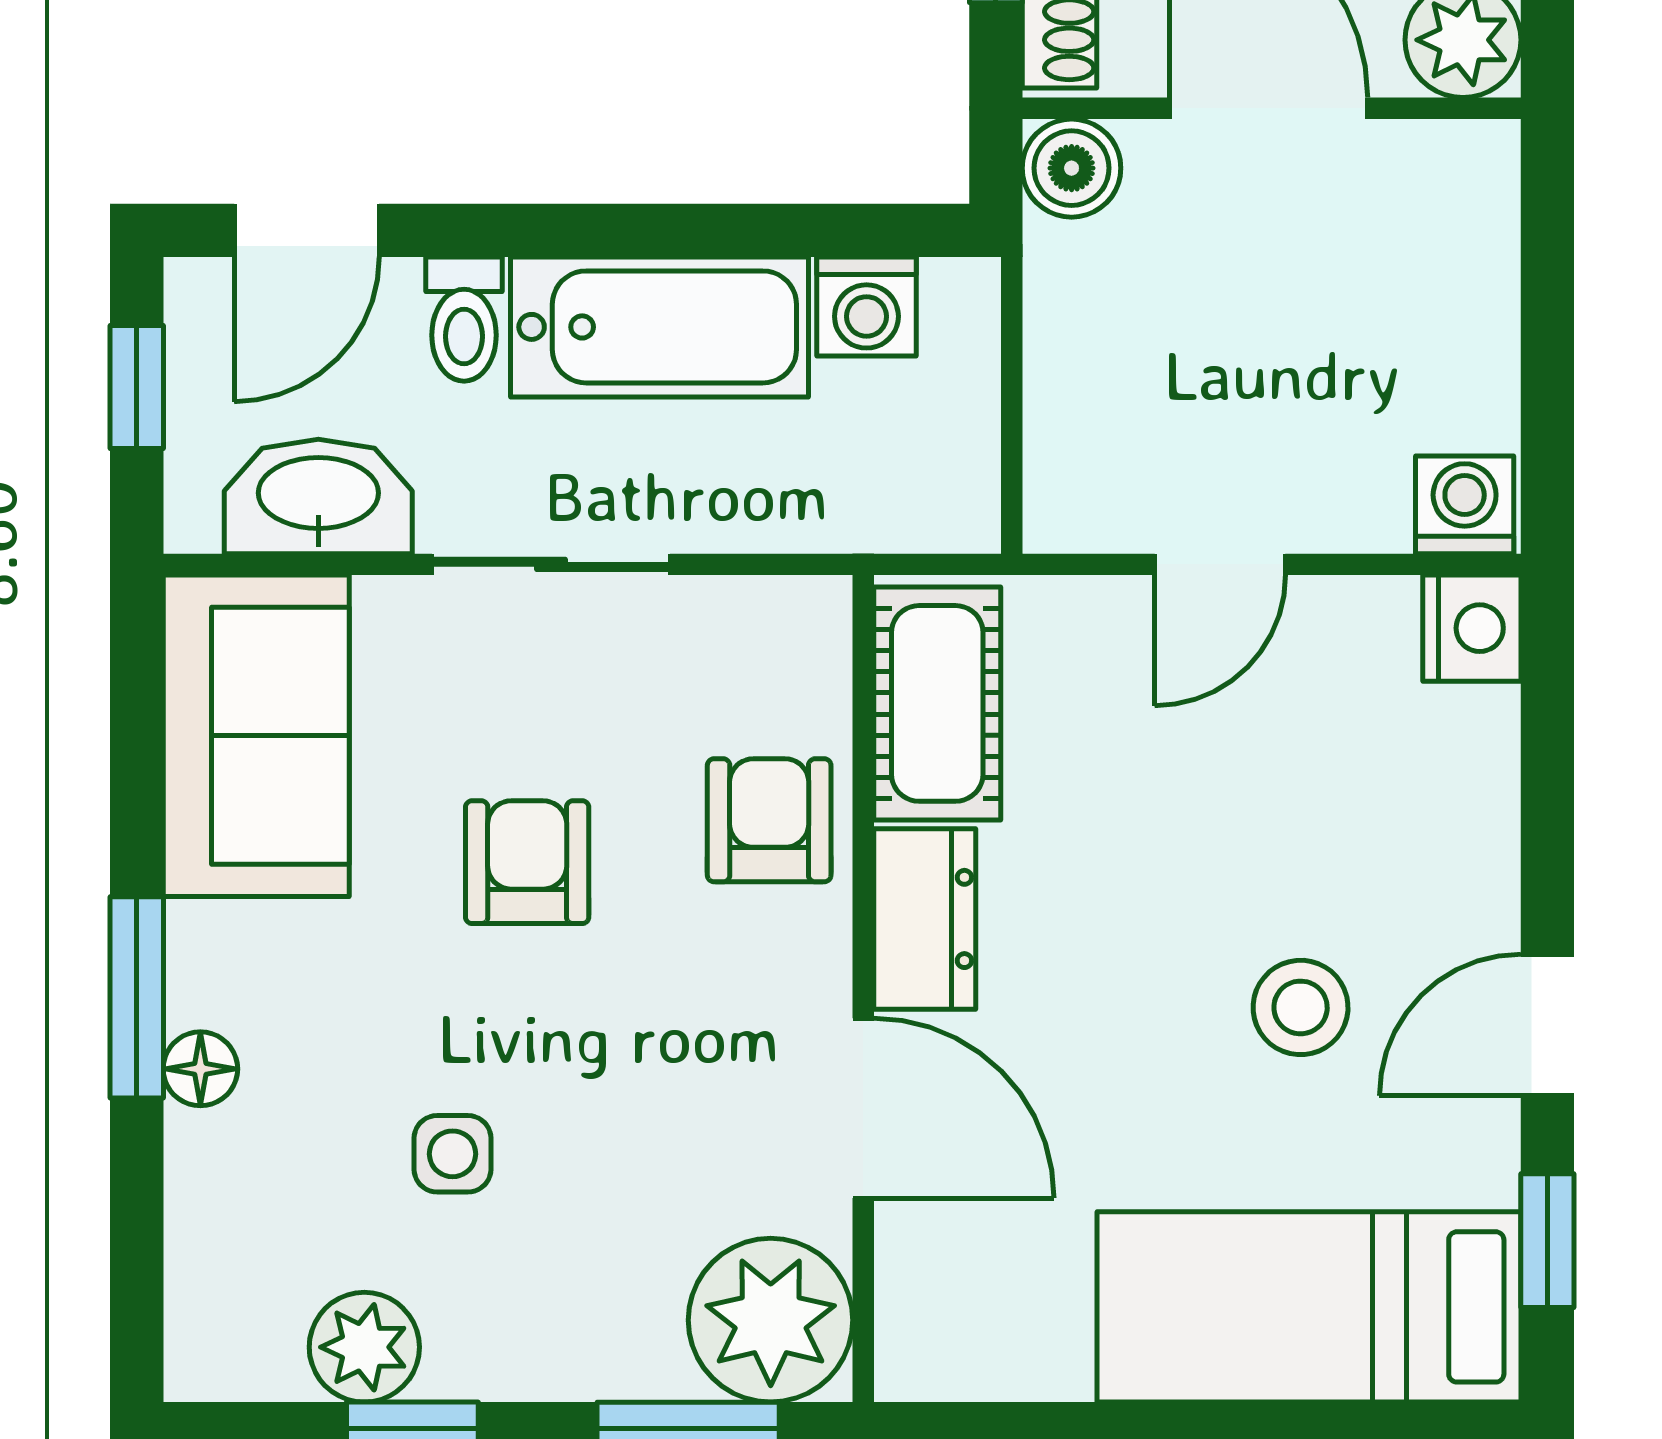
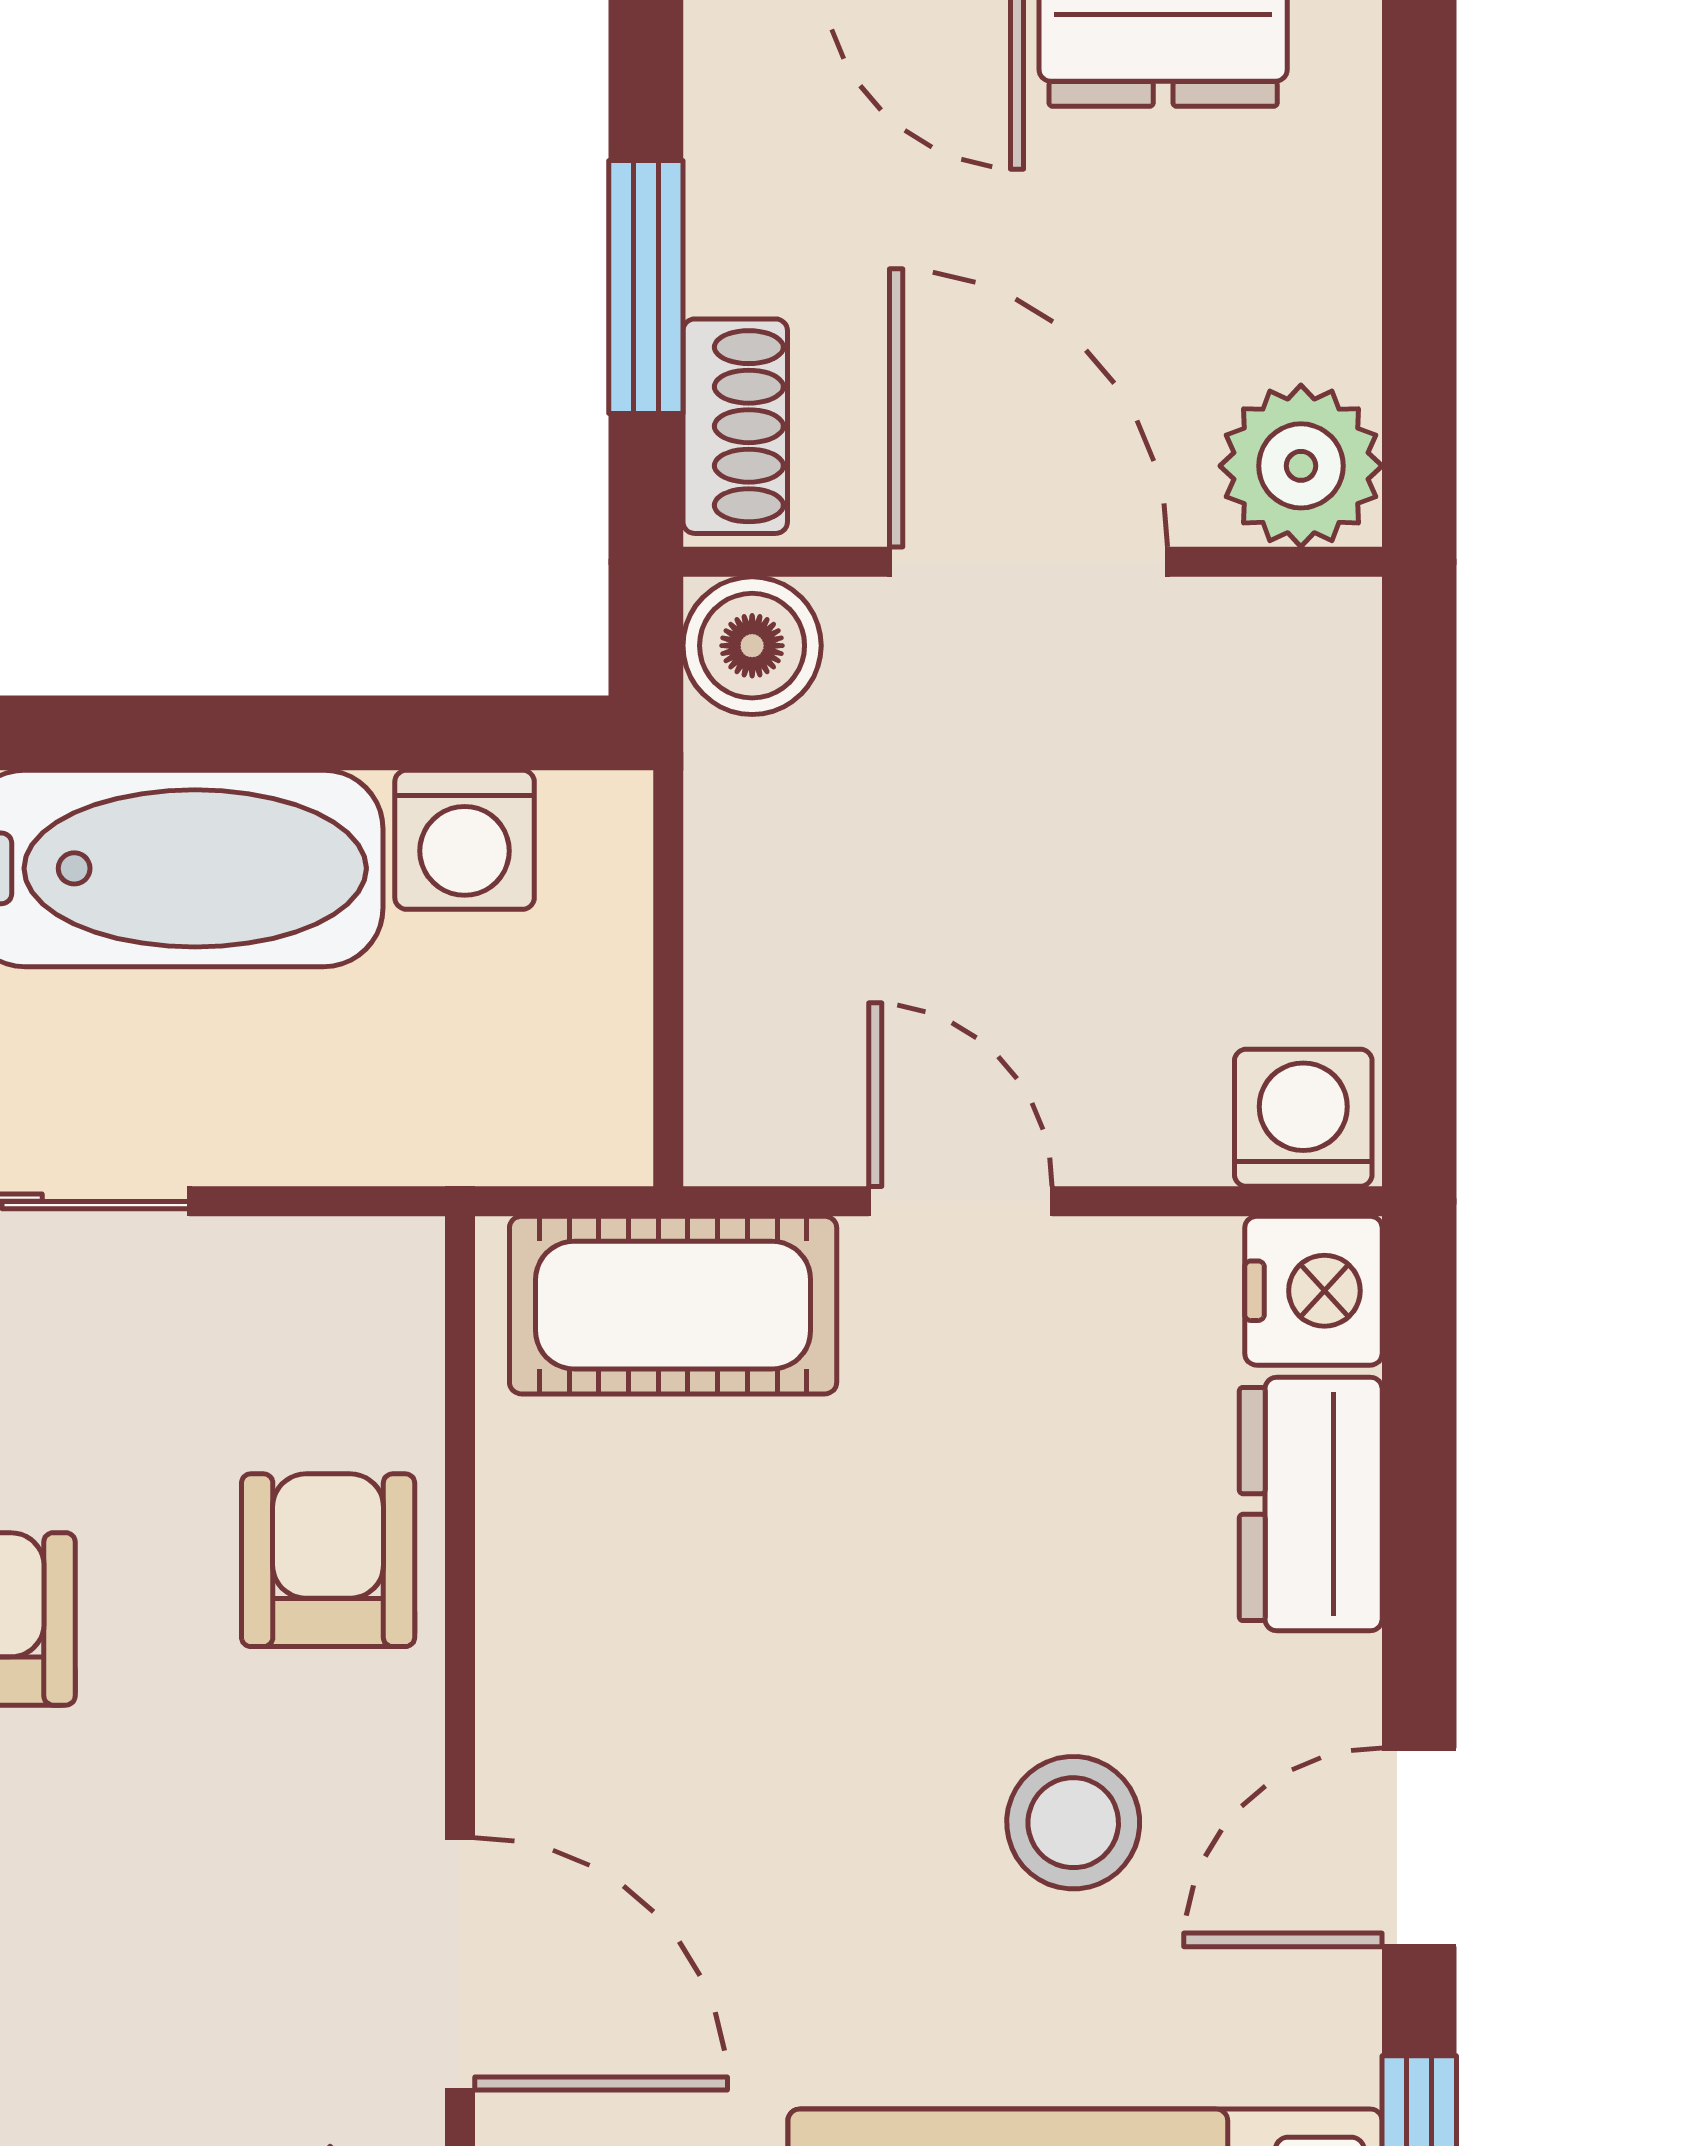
door: (1220, 564) -> (960, 1201), swing flipped
cot: (937, 703) -> (673, 1305), moved, turned 90
dresser: (925, 919) -> (1311, 1504), moved, turned 180

